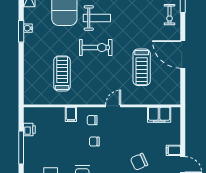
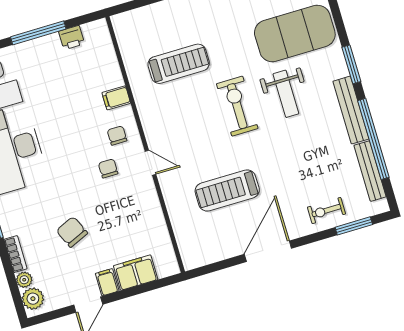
exercise bike: (96, 48) -> (237, 106), turned 180
filing cabinet: (159, 115) -> (136, 273), moved, turned 90
chair: (94, 142) -> (108, 168), moved

